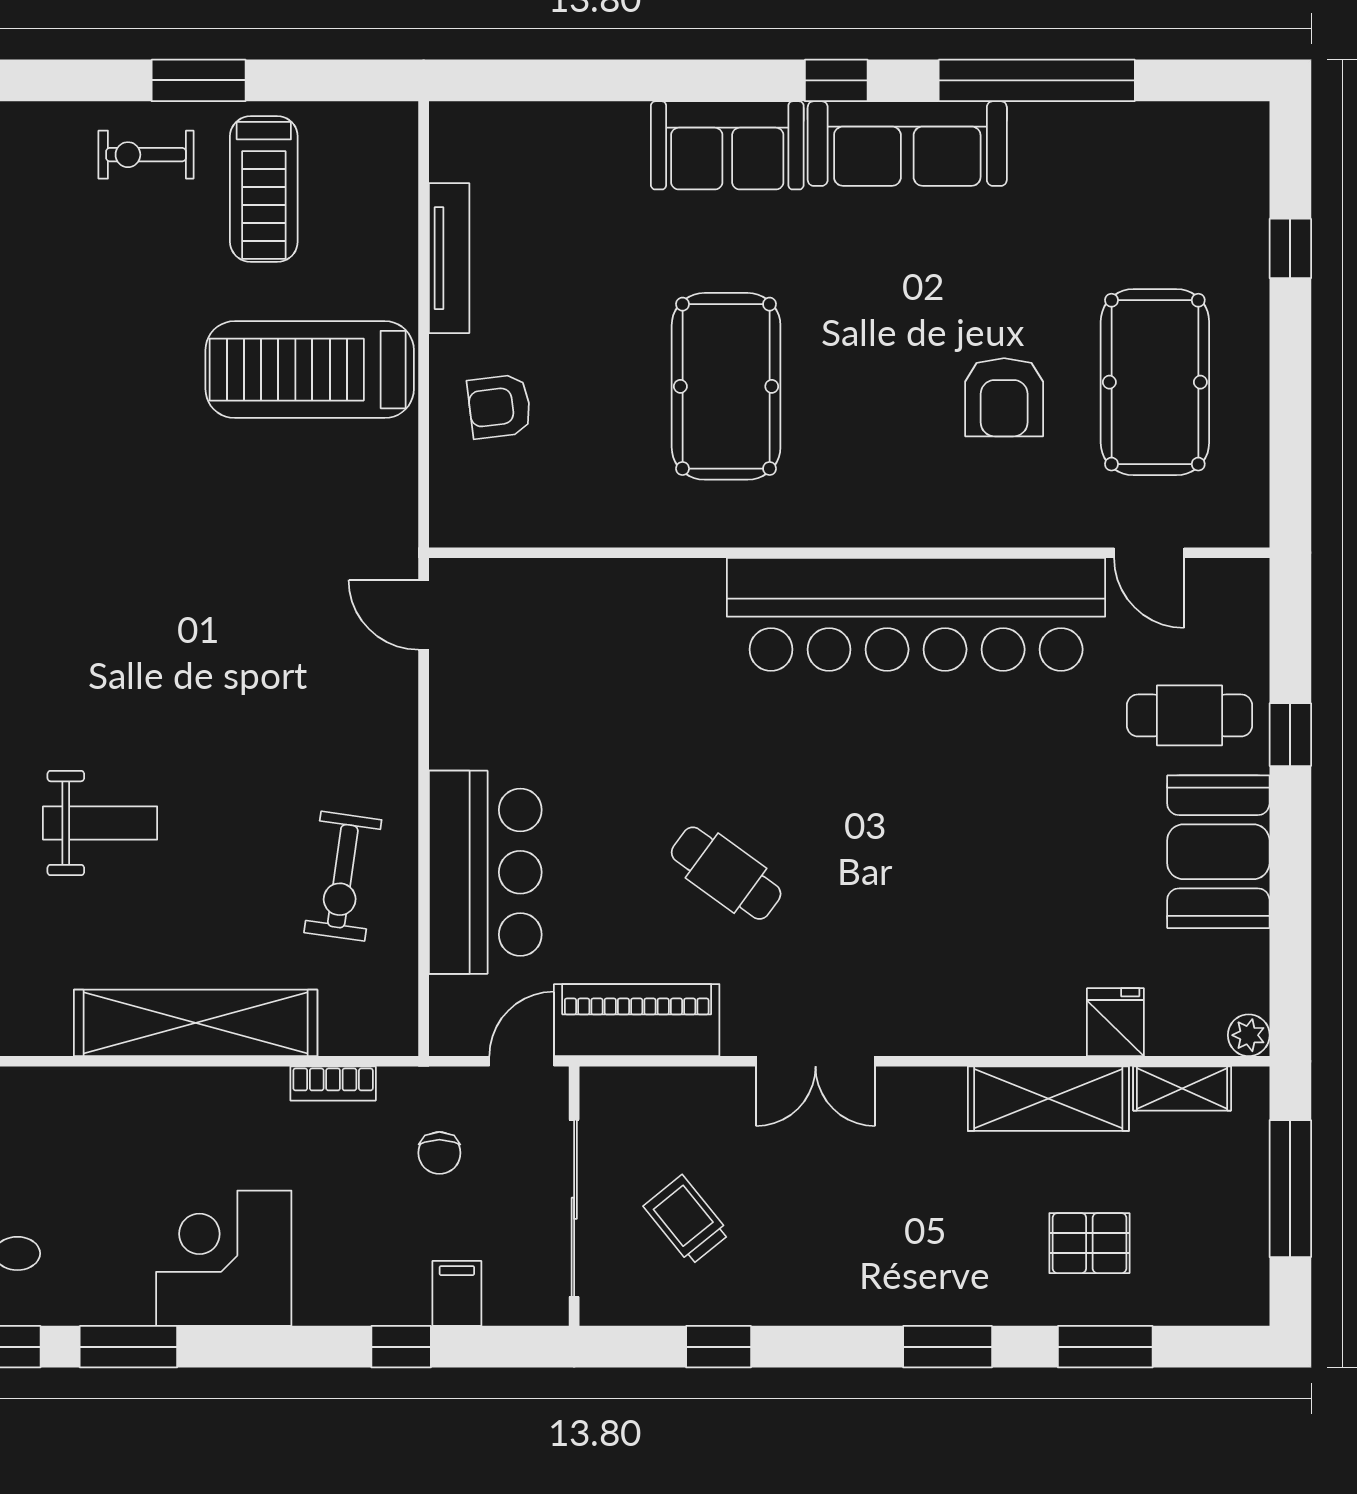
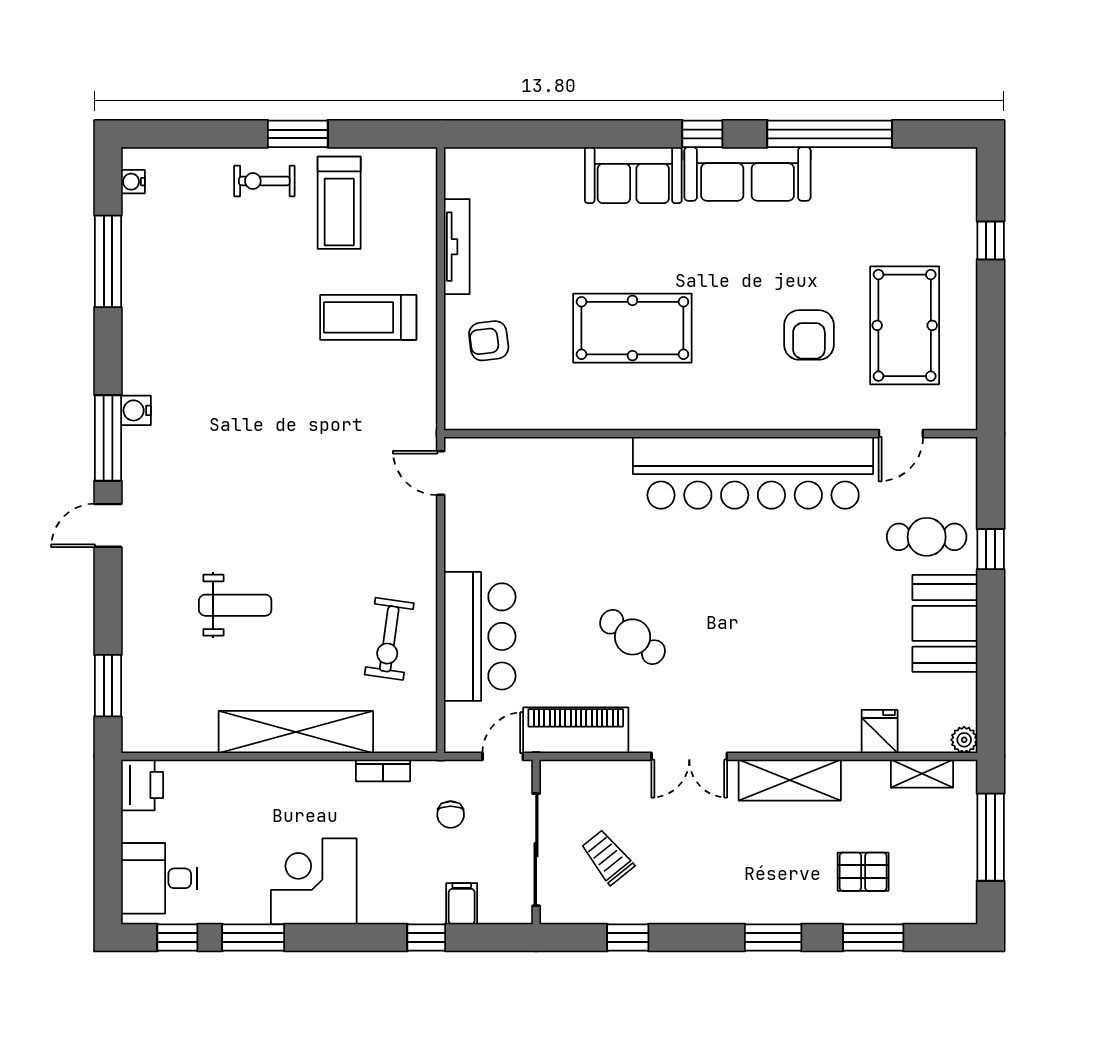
treadmill: (310, 370) -> (368, 317), width x0.73, depth x0.73
pool table: (726, 386) -> (632, 328), turned 90
door: (1149, 553) -> (901, 434), hinge flipped
shelving: (1048, 1099) -> (790, 780), moved

